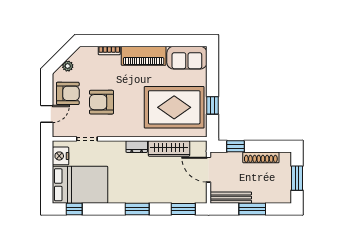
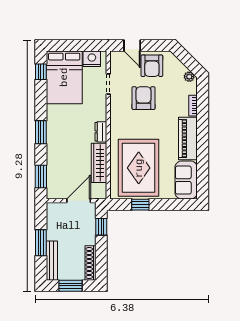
plant: (68, 66) -> (189, 77), moved
shoe rack: (261, 157) -> (90, 263), moved
bench: (231, 198) -> (52, 261), moved

